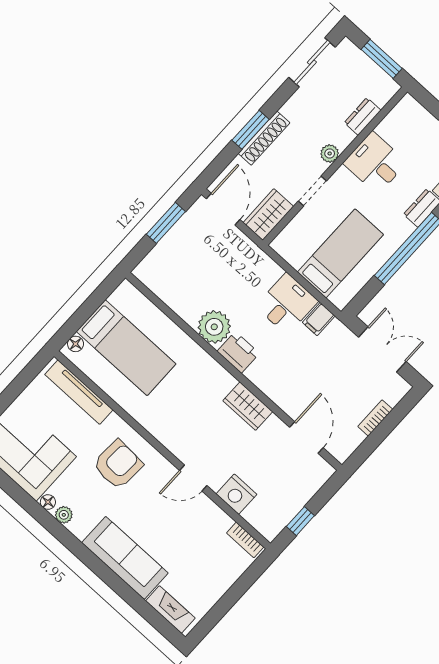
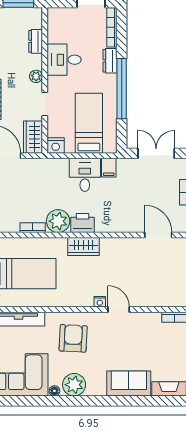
nightstand: (284, 245) -> (56, 145), added
bookcase: (181, 309) -> (33, 228), added
wardrobe: (248, 406) -> (83, 246), moved
door: (193, 478) -> (119, 310), swing flipped
nightstand: (236, 494) -> (100, 302), moved, width x0.53, depth x0.56
plant: (64, 515) -> (74, 385), width x1.87, depth x1.87
sofa: (125, 558) -> (129, 383), width x0.73

